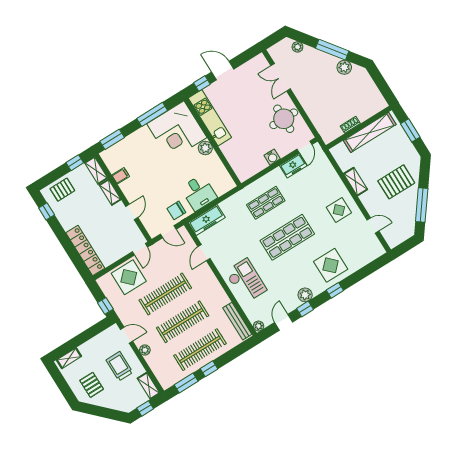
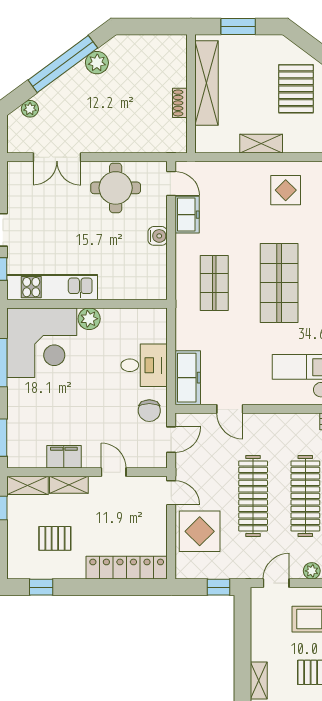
window: (332, 50) -> (63, 64), width x1.46
filing cabinet: (121, 176) -> (64, 457), width x2.00
pallet: (62, 190) -> (55, 538), moved, turned 90

